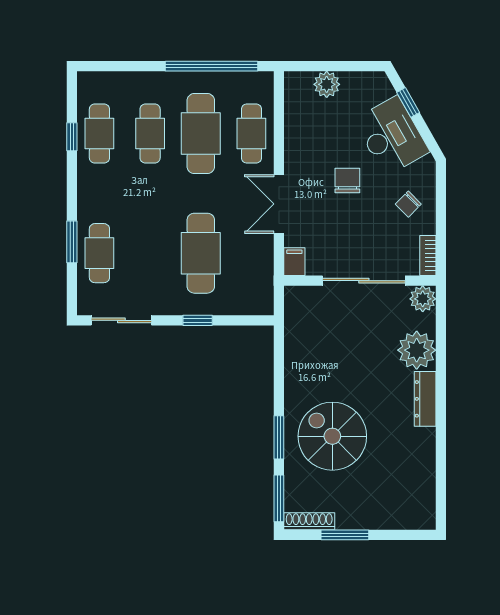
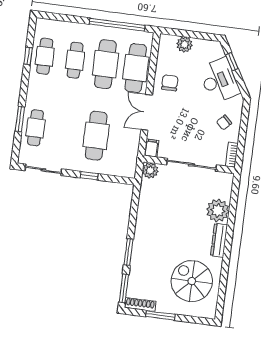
cafe table: (251, 134) -> (136, 68), width x1.37, depth x1.35
chair: (347, 181) -> (170, 83), moved
plant: (423, 299) -> (150, 170), moved
spiral stairs: (332, 436) -> (192, 281), moved

